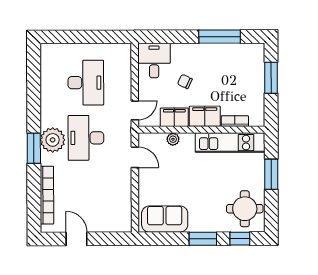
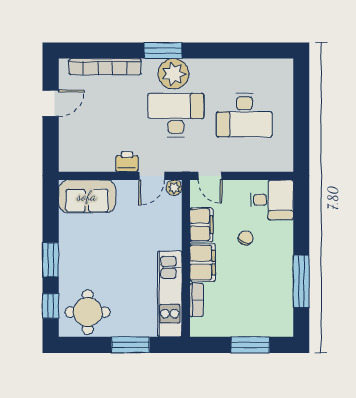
plant: (173, 139) -> (174, 188), moved
printer: (124, 177) -> (127, 162), added
sofa: (165, 219) -> (87, 196), moved, turned 90

